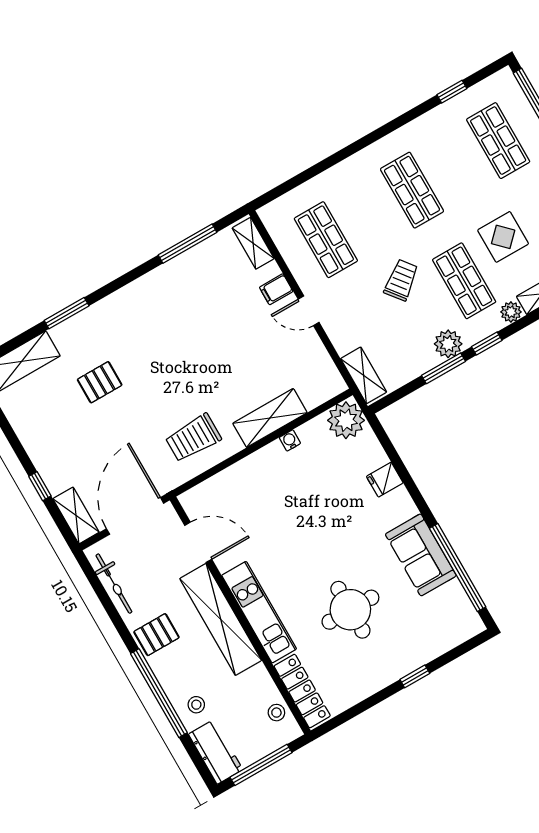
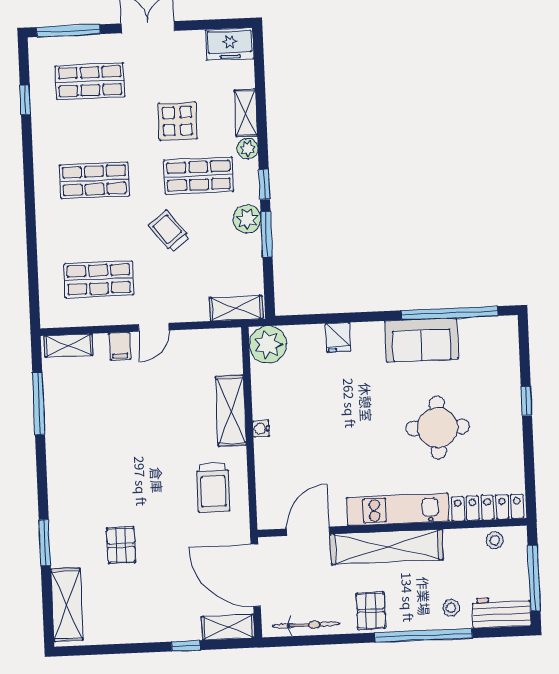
water cooler: (290, 440) -> (261, 429), moved

